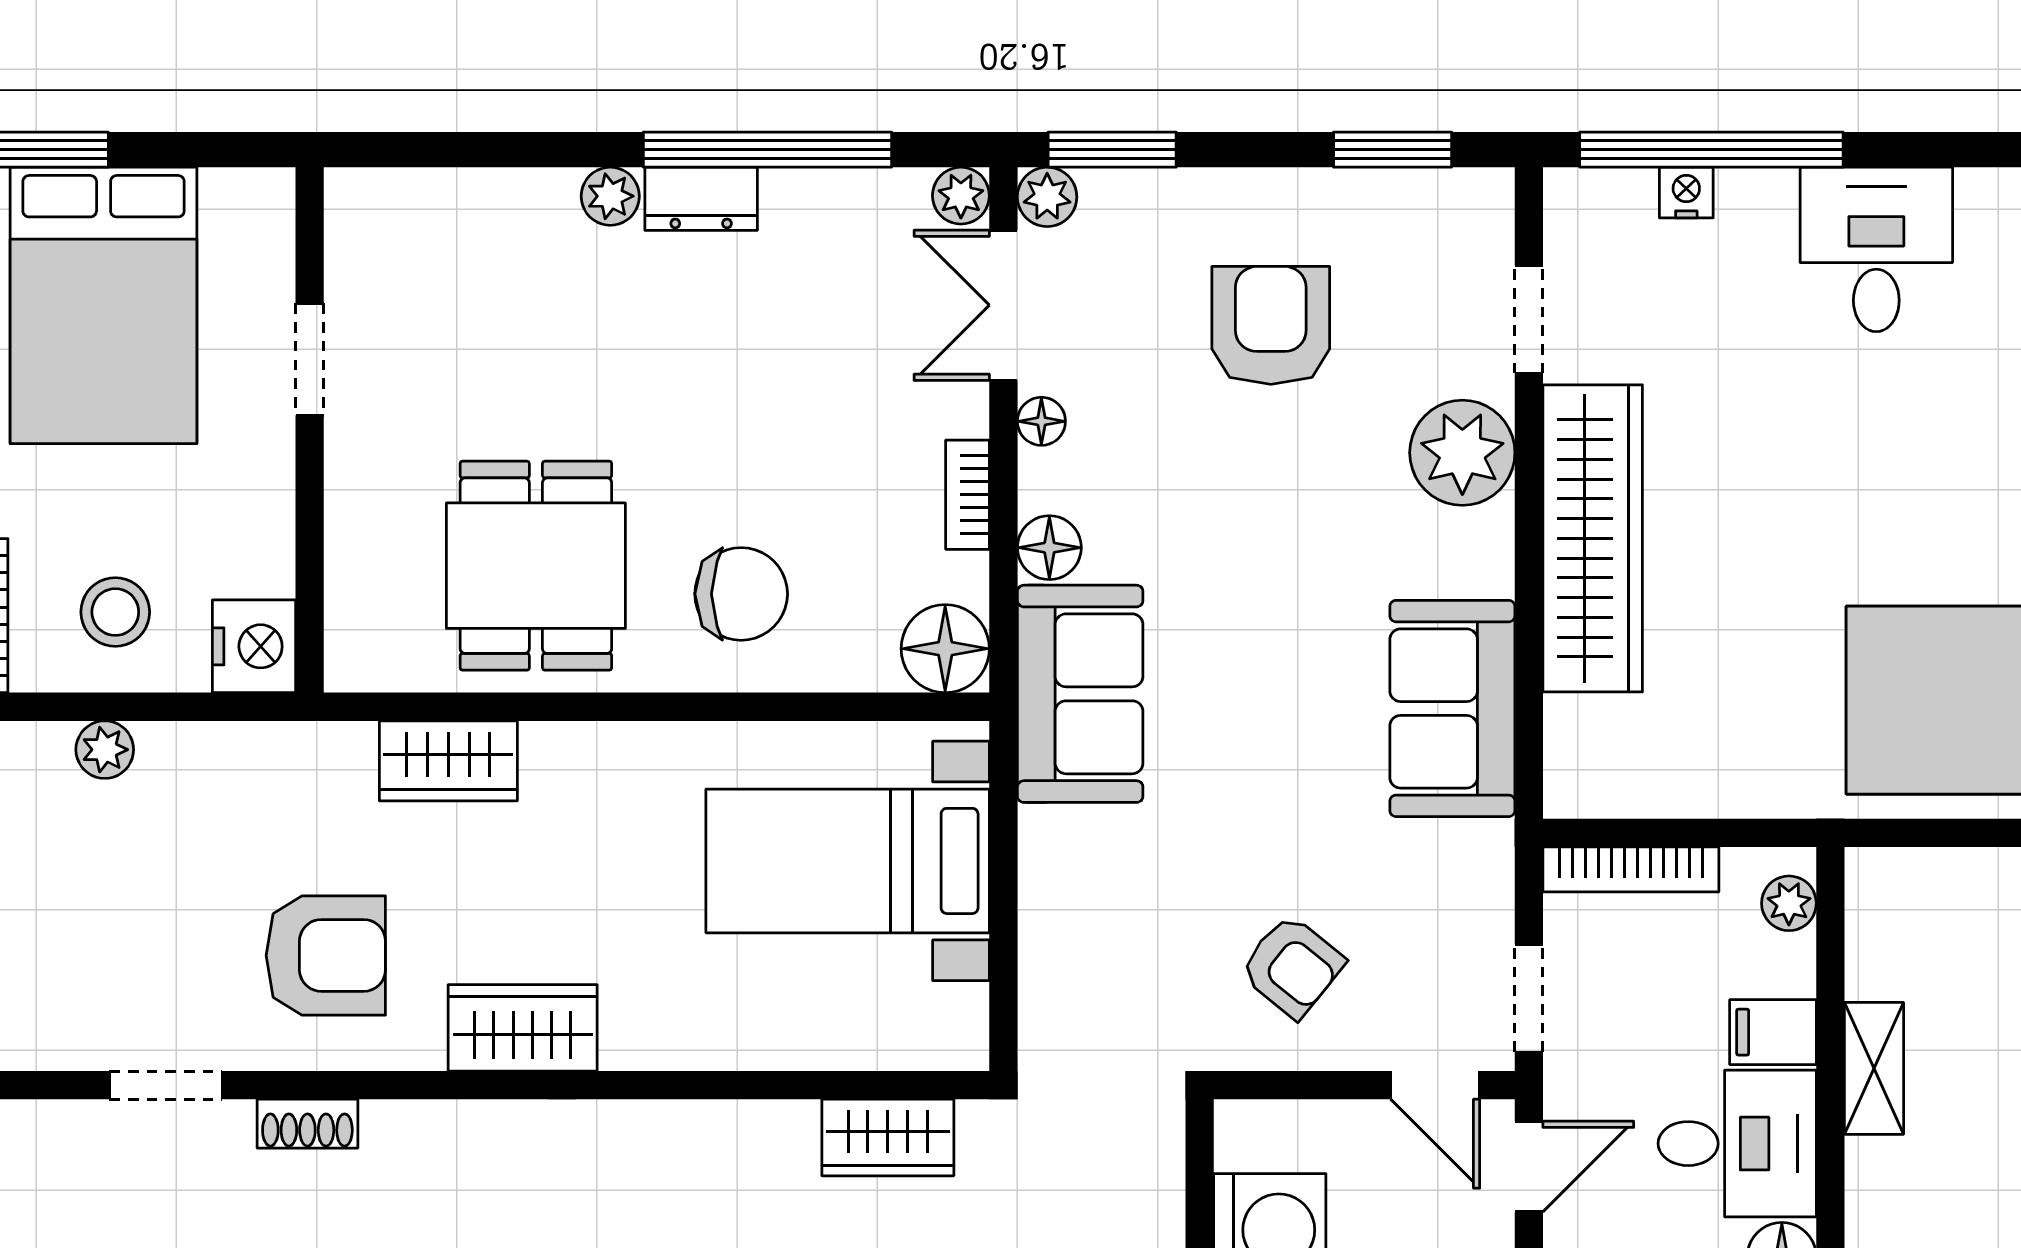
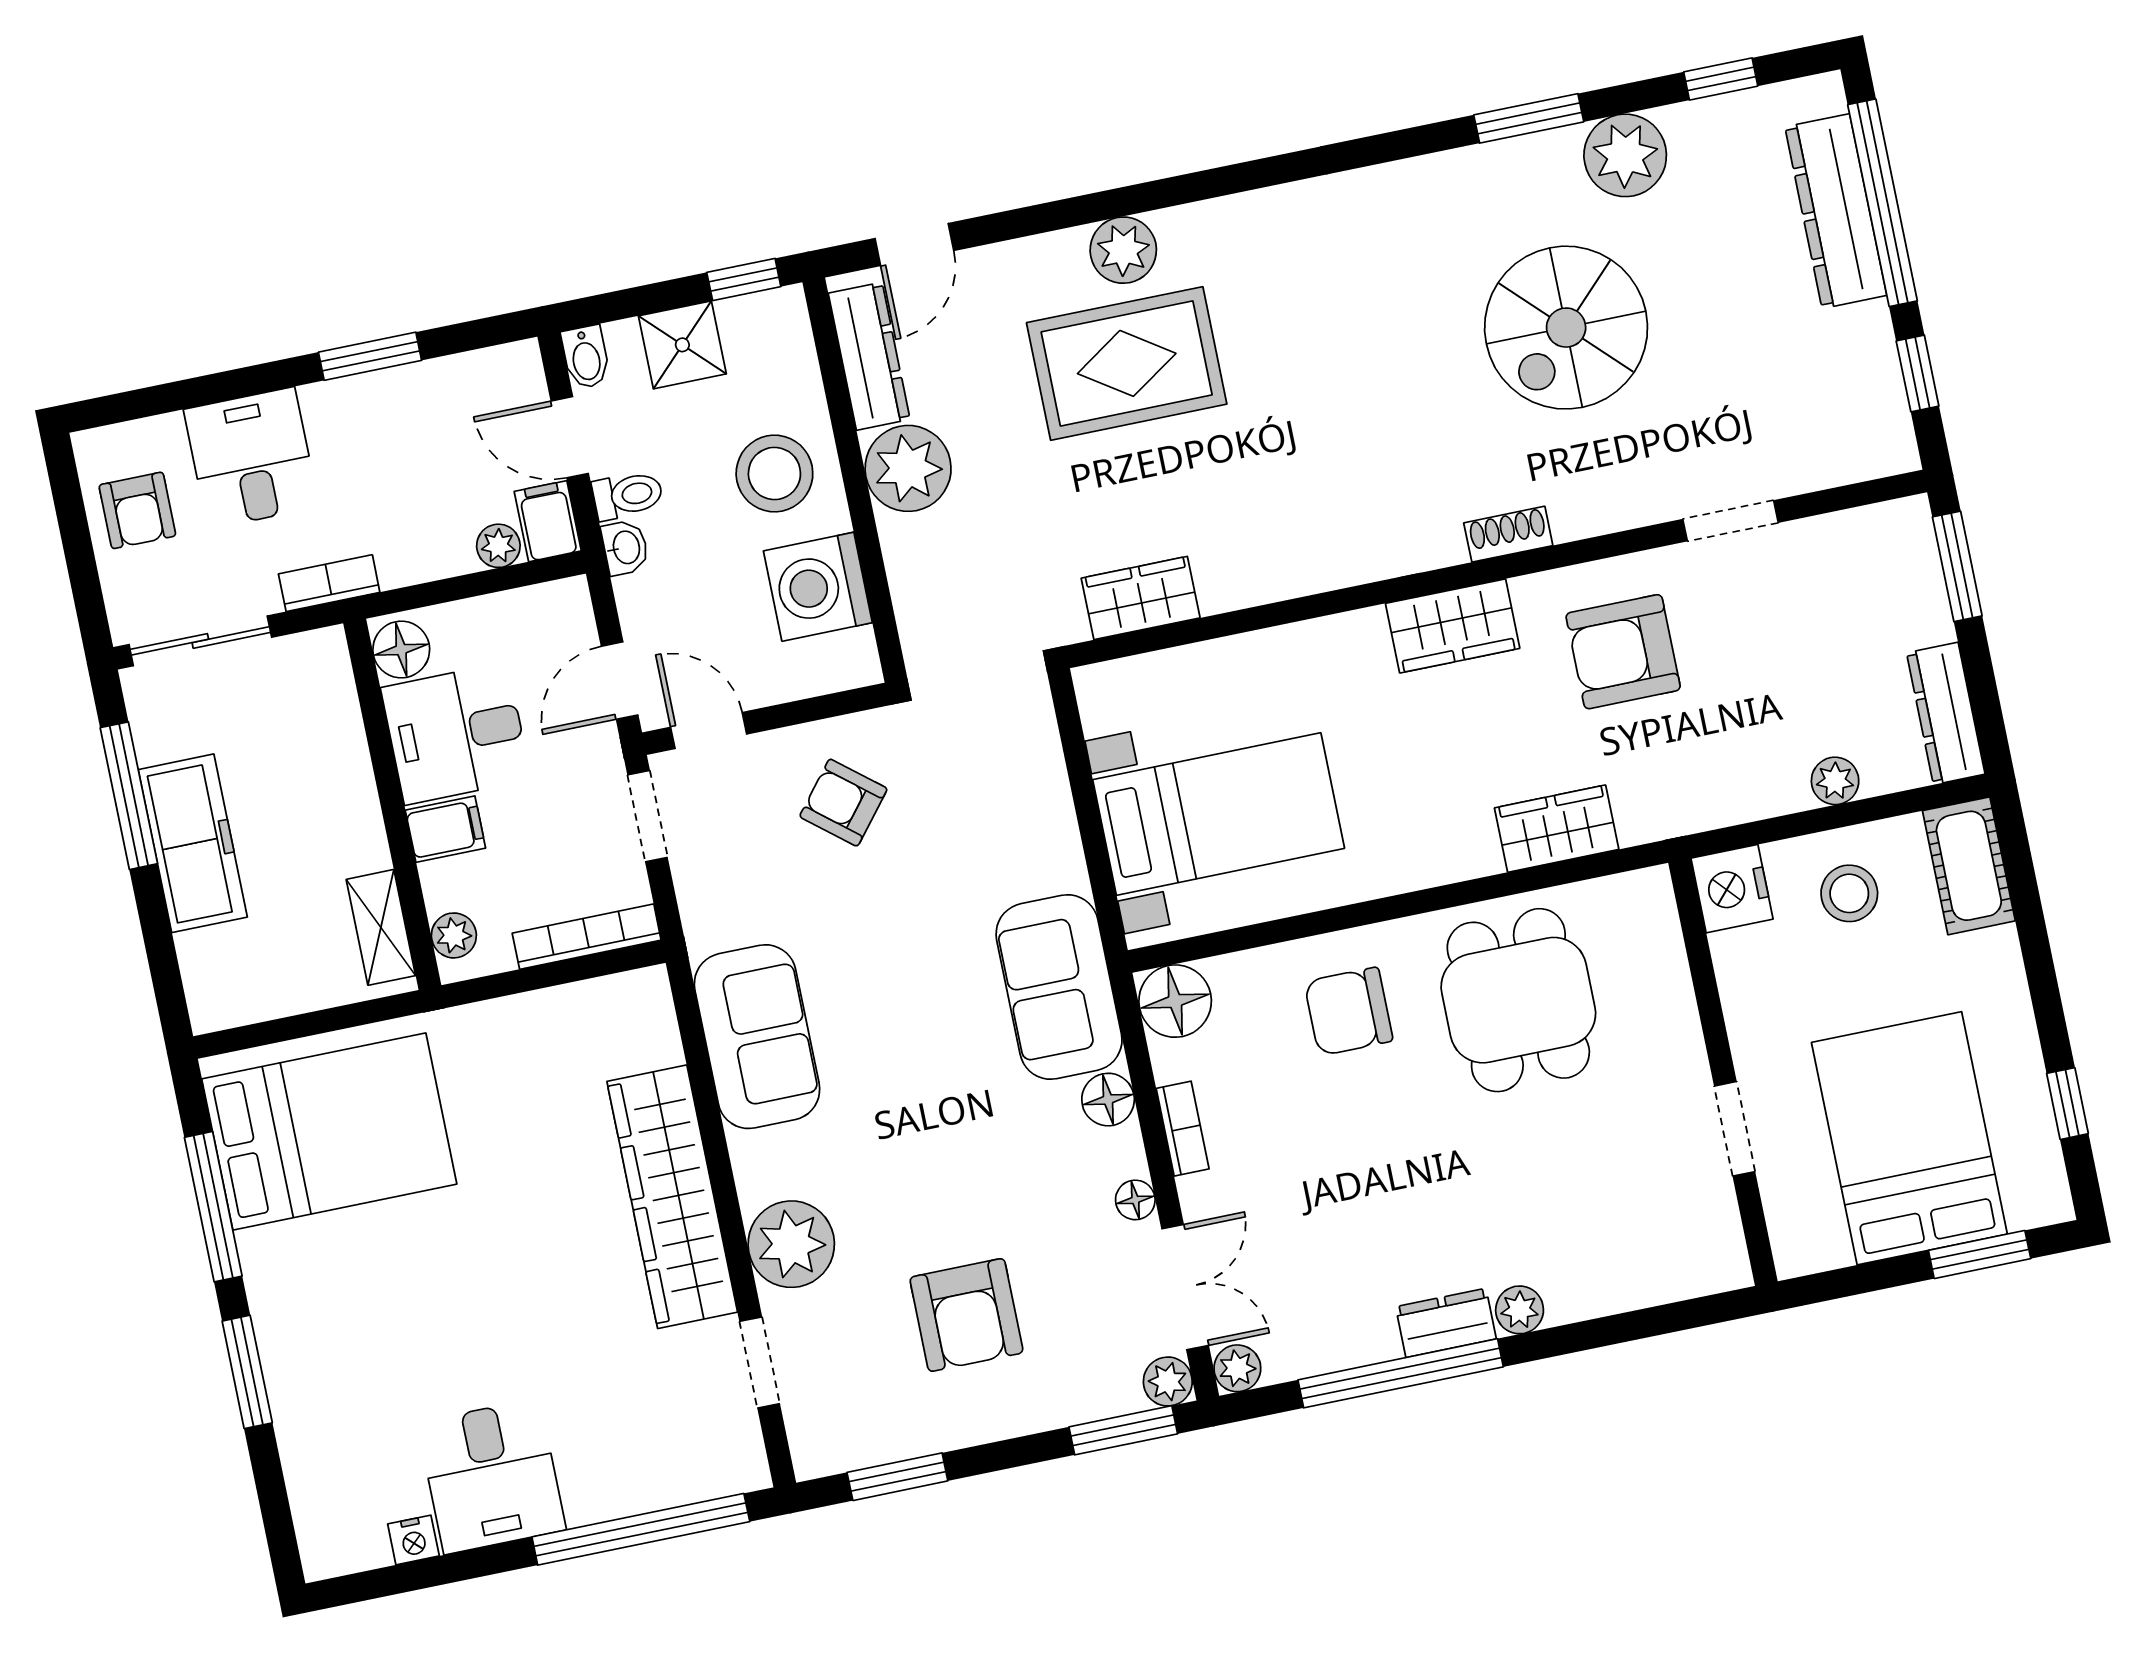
nightstand: (1686, 193) -> (413, 1540), moved
shelving: (1874, 1068) -> (381, 927), moved
shoe rack: (307, 1124) -> (1508, 534), moved

